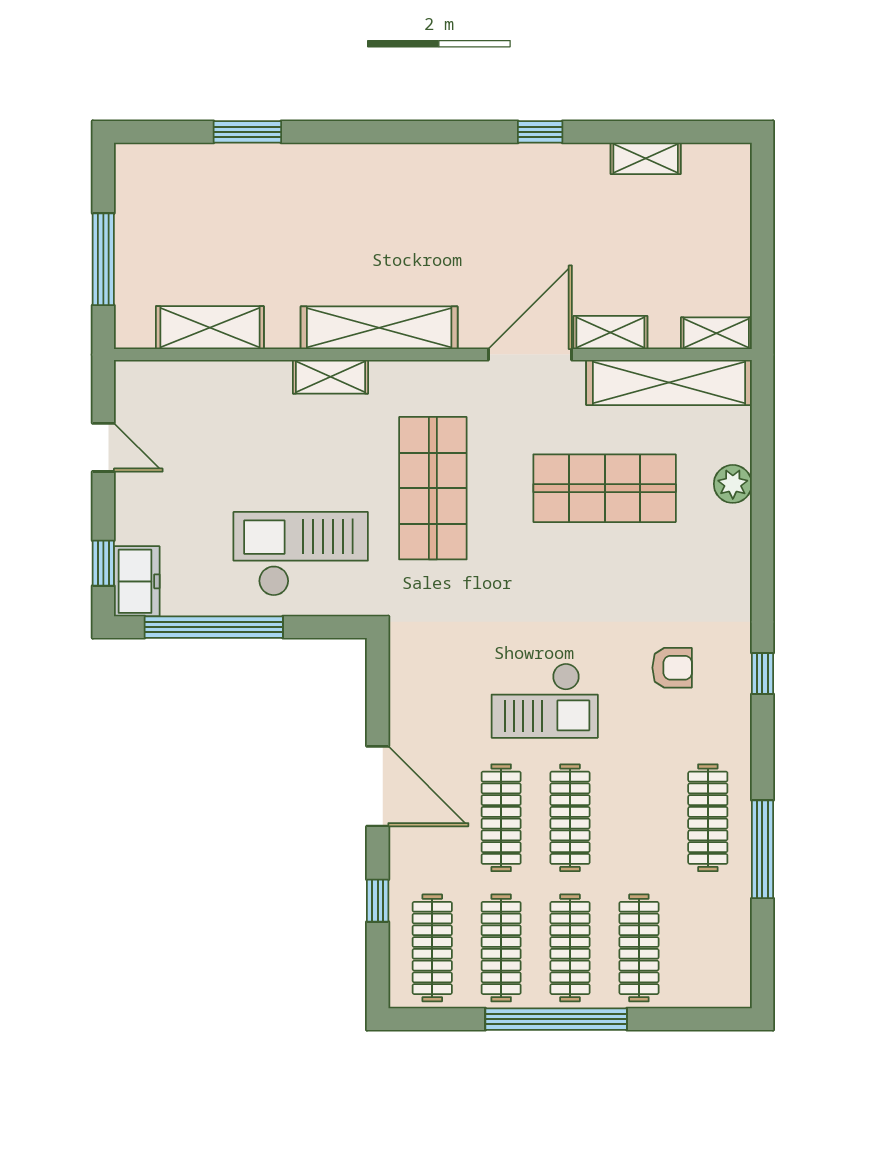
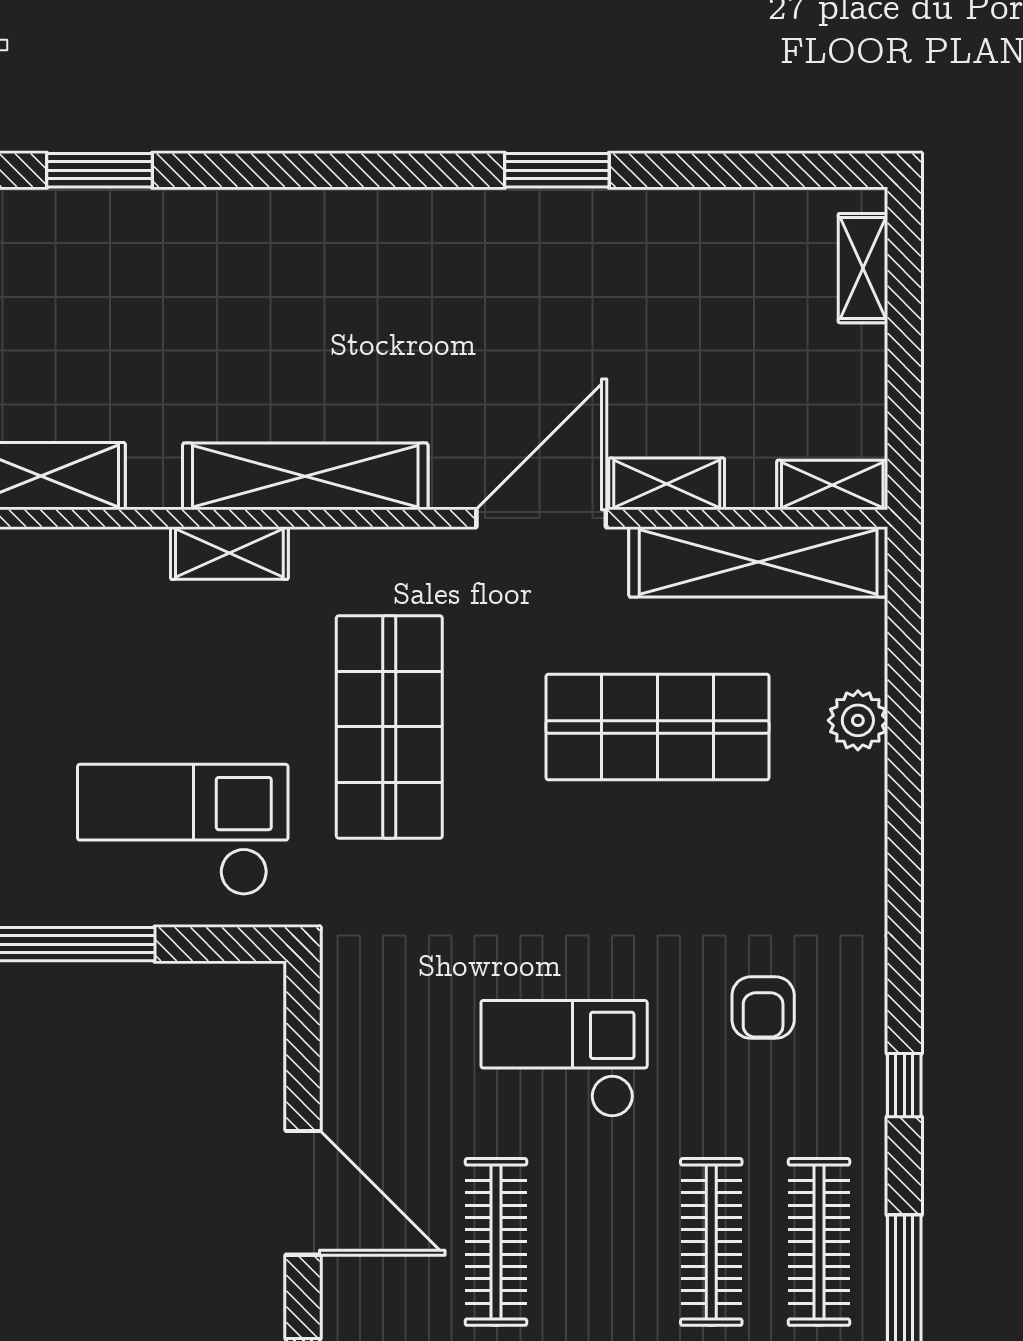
window: (540, 132) -> (557, 170), width x1.50
shelving: (646, 158) -> (863, 268), moved, turned 90
armchair: (672, 668) -> (763, 1008), turned 90
window: (762, 673) -> (904, 1085), moved
checkout: (545, 700) -> (564, 1059), turned 180
clothes rail: (570, 818) -> (711, 1242), moved

